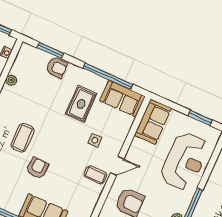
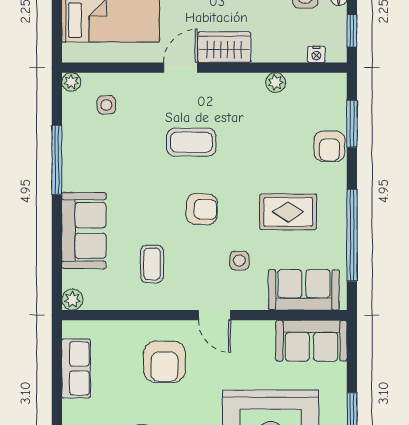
sofa: (122, 99) -> (304, 290), moved, turned 90
armchair: (37, 168) -> (202, 209), moved
coffee table: (95, 175) -> (152, 264), moved

